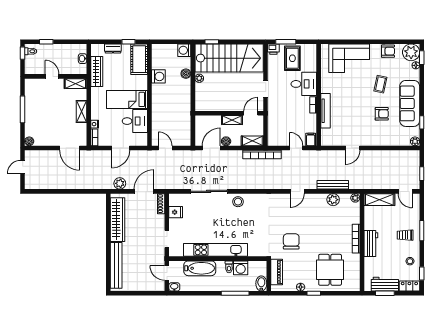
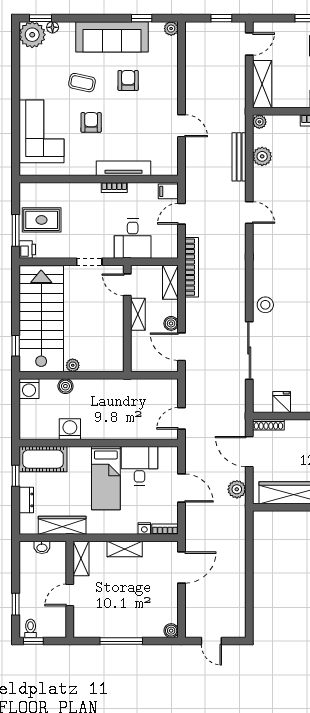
armchair: (388, 51) -> (91, 122), moved
desk: (304, 84) -> (133, 239), moved, turned 180

